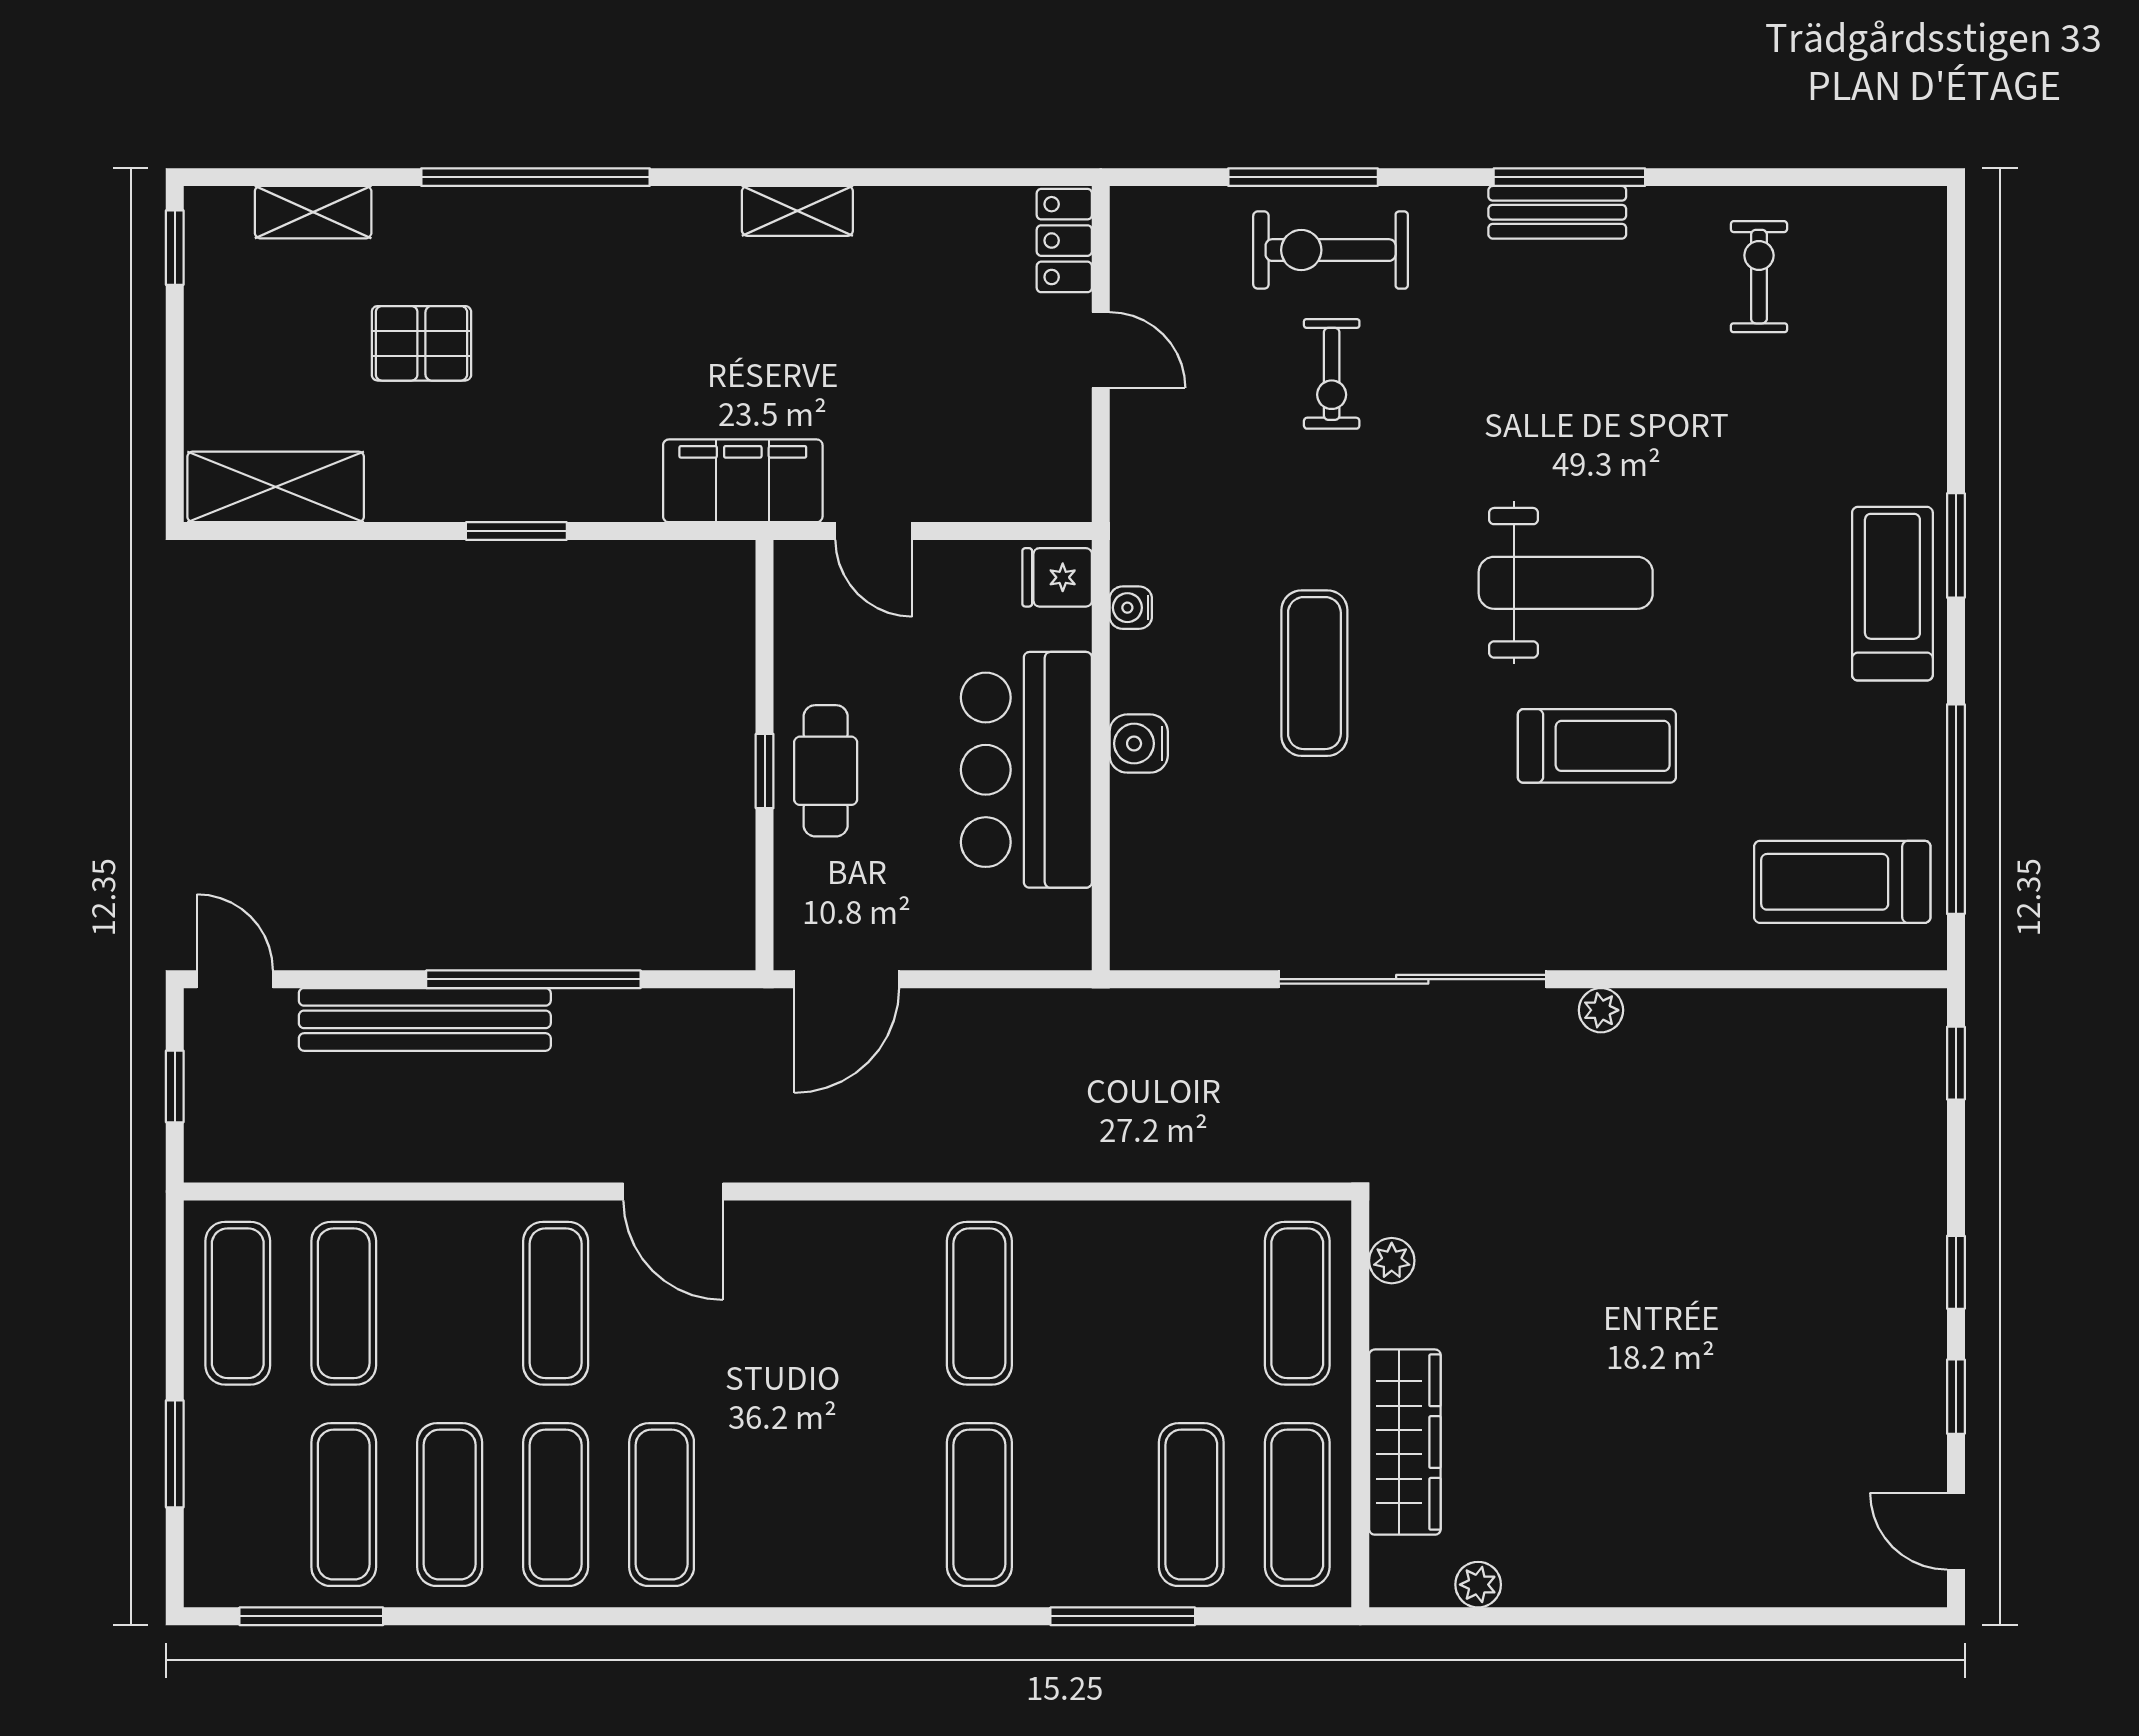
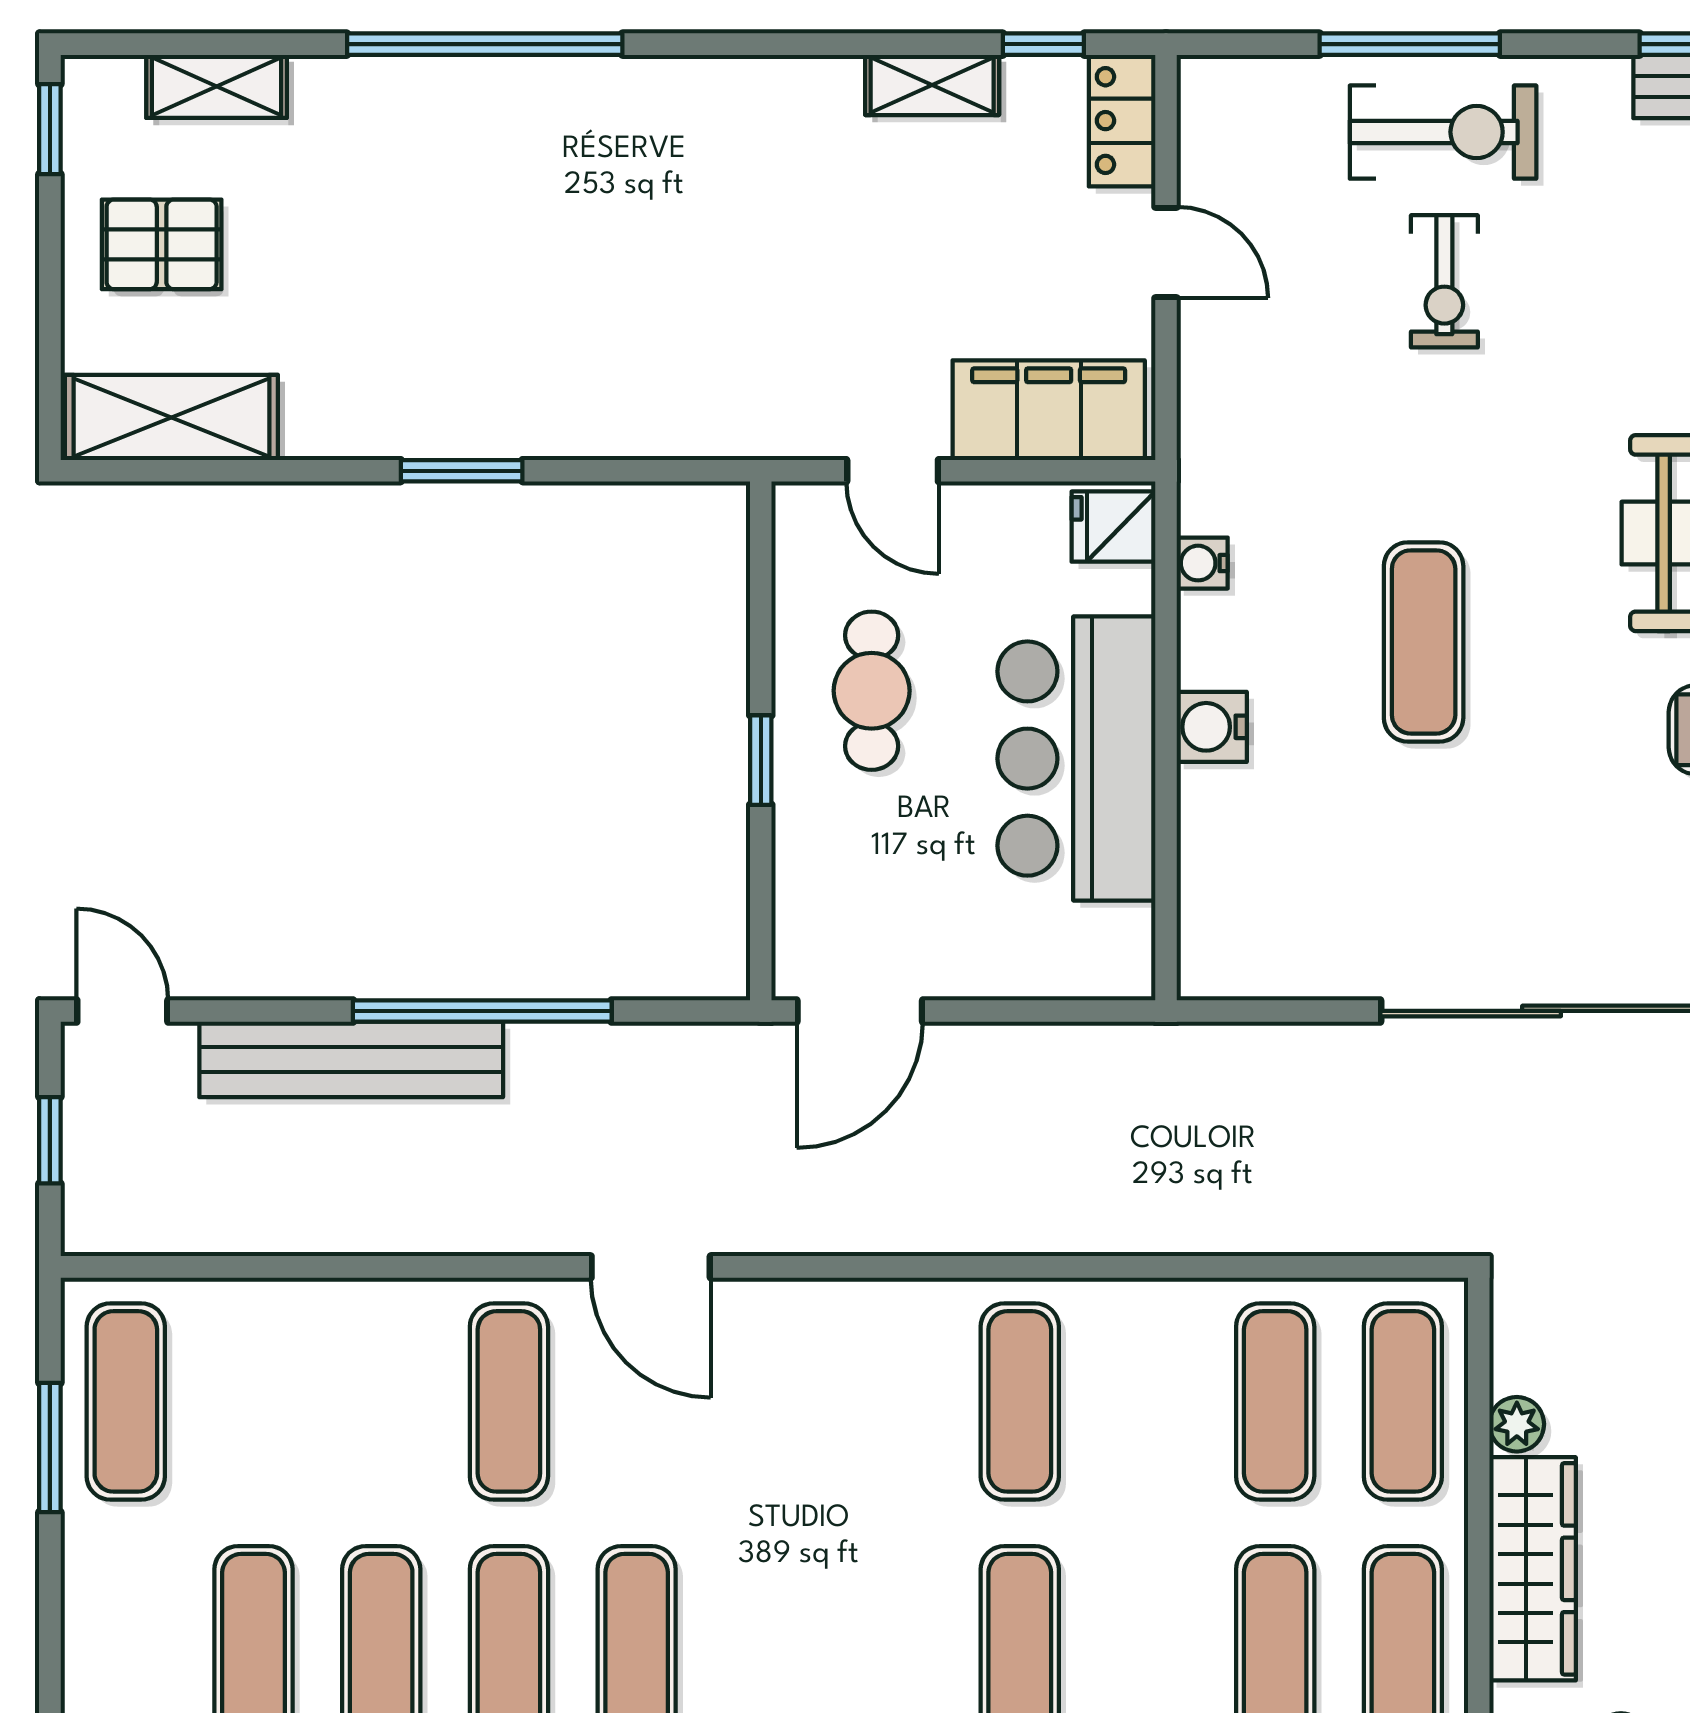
window: (999, 177) -> (1043, 44), added
shelving: (797, 211) -> (932, 85), moved
exercise bike: (1331, 250) -> (1443, 132), turned 180
pallet: (421, 343) -> (162, 244), moved
filing cabinet: (743, 481) -> (1049, 410), moved
cafe table: (826, 771) -> (872, 691), moved
plant: (1392, 1261) -> (1517, 1424), moved
exercise mat: (344, 1303) -> (1275, 1401), moved
window: (175, 1454) -> (50, 1447), moved

